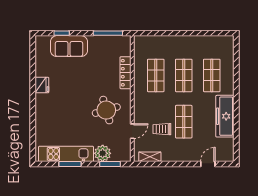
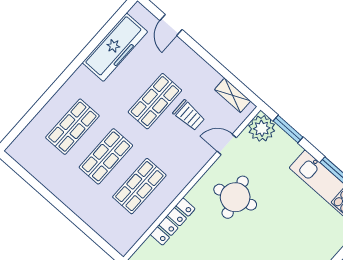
freezer: (225, 116) -> (115, 47), moved
plant: (103, 153) -> (262, 128), moved
door: (208, 164) -> (171, 25), hinge flipped

